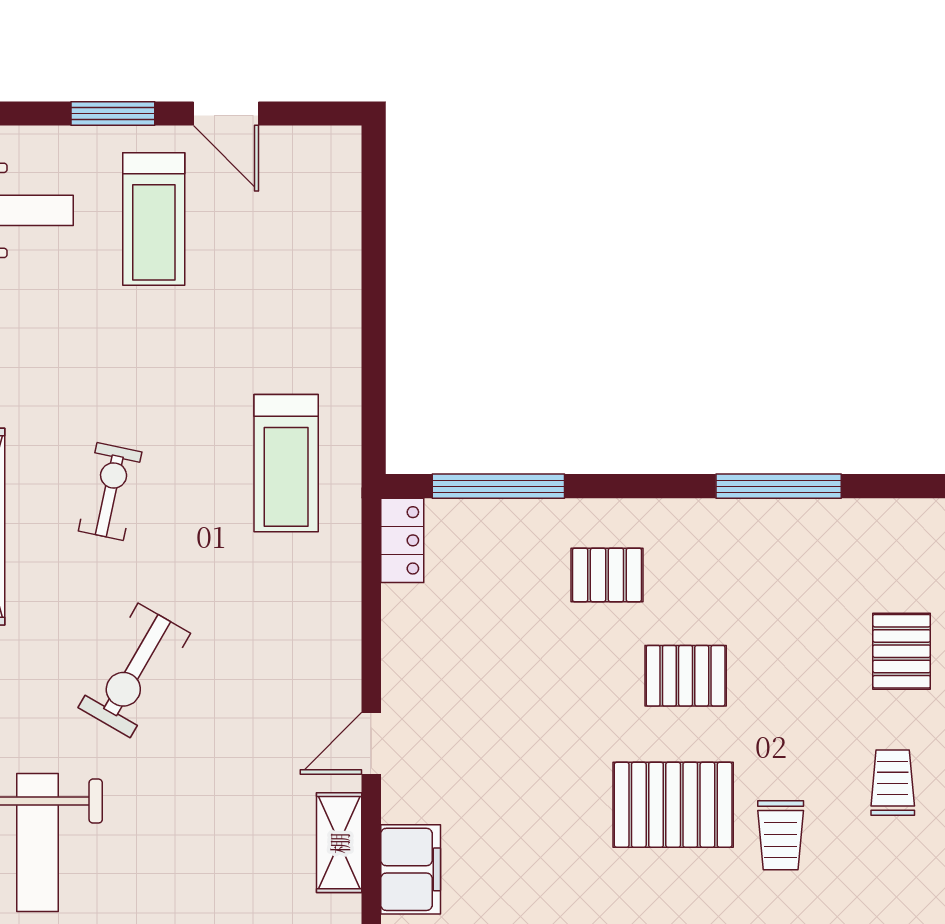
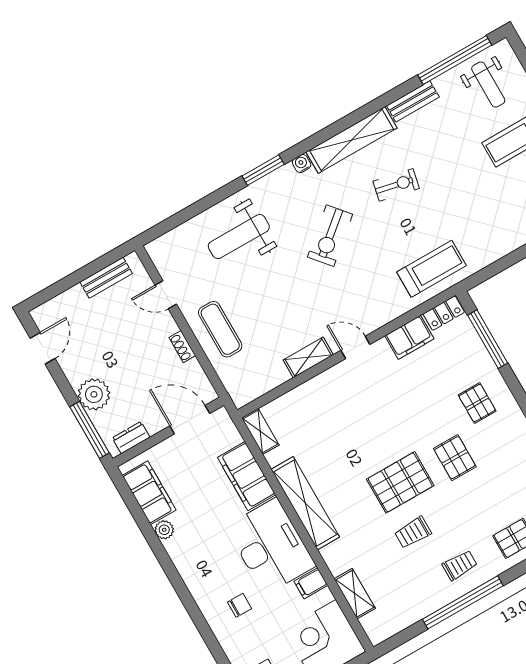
treadmill: (286, 463) -> (432, 269), moved, turned 180
exercise bike: (134, 670) -> (330, 236), turned -70
pallet: (673, 805) -> (400, 482), turned 90
filing cabinet: (411, 869) -> (409, 337), moved

